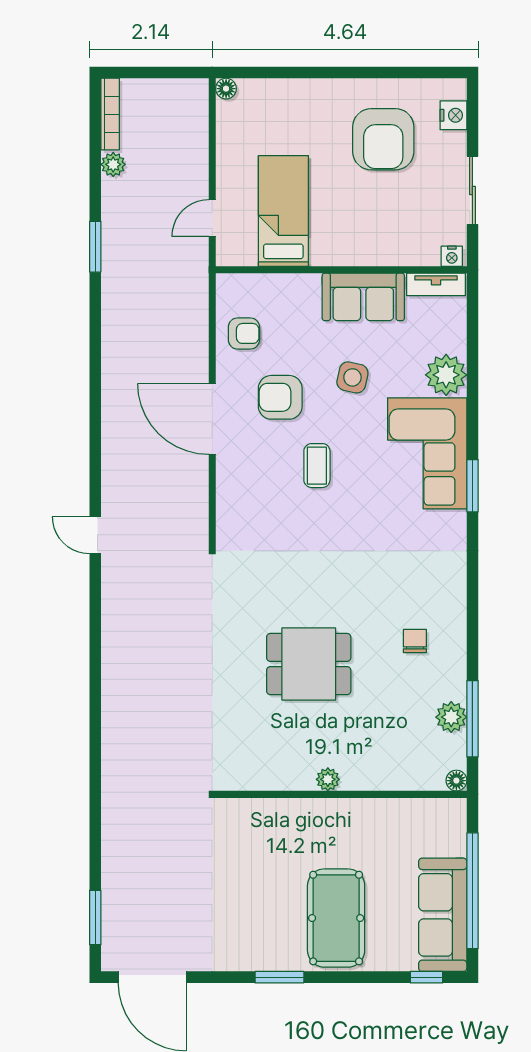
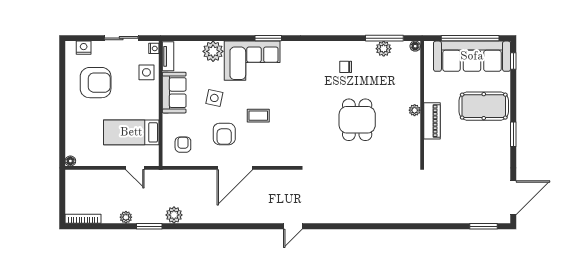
plant: (113, 164) -> (126, 217), moved
side table: (404, 241) -> (146, 72), added
plant: (118, 297) -> (174, 215), added
armchair: (244, 333) -> (183, 145), moved
piano: (306, 814) -> (432, 121), added
sofa: (443, 915) -> (472, 56), width x1.36, depth x1.27

